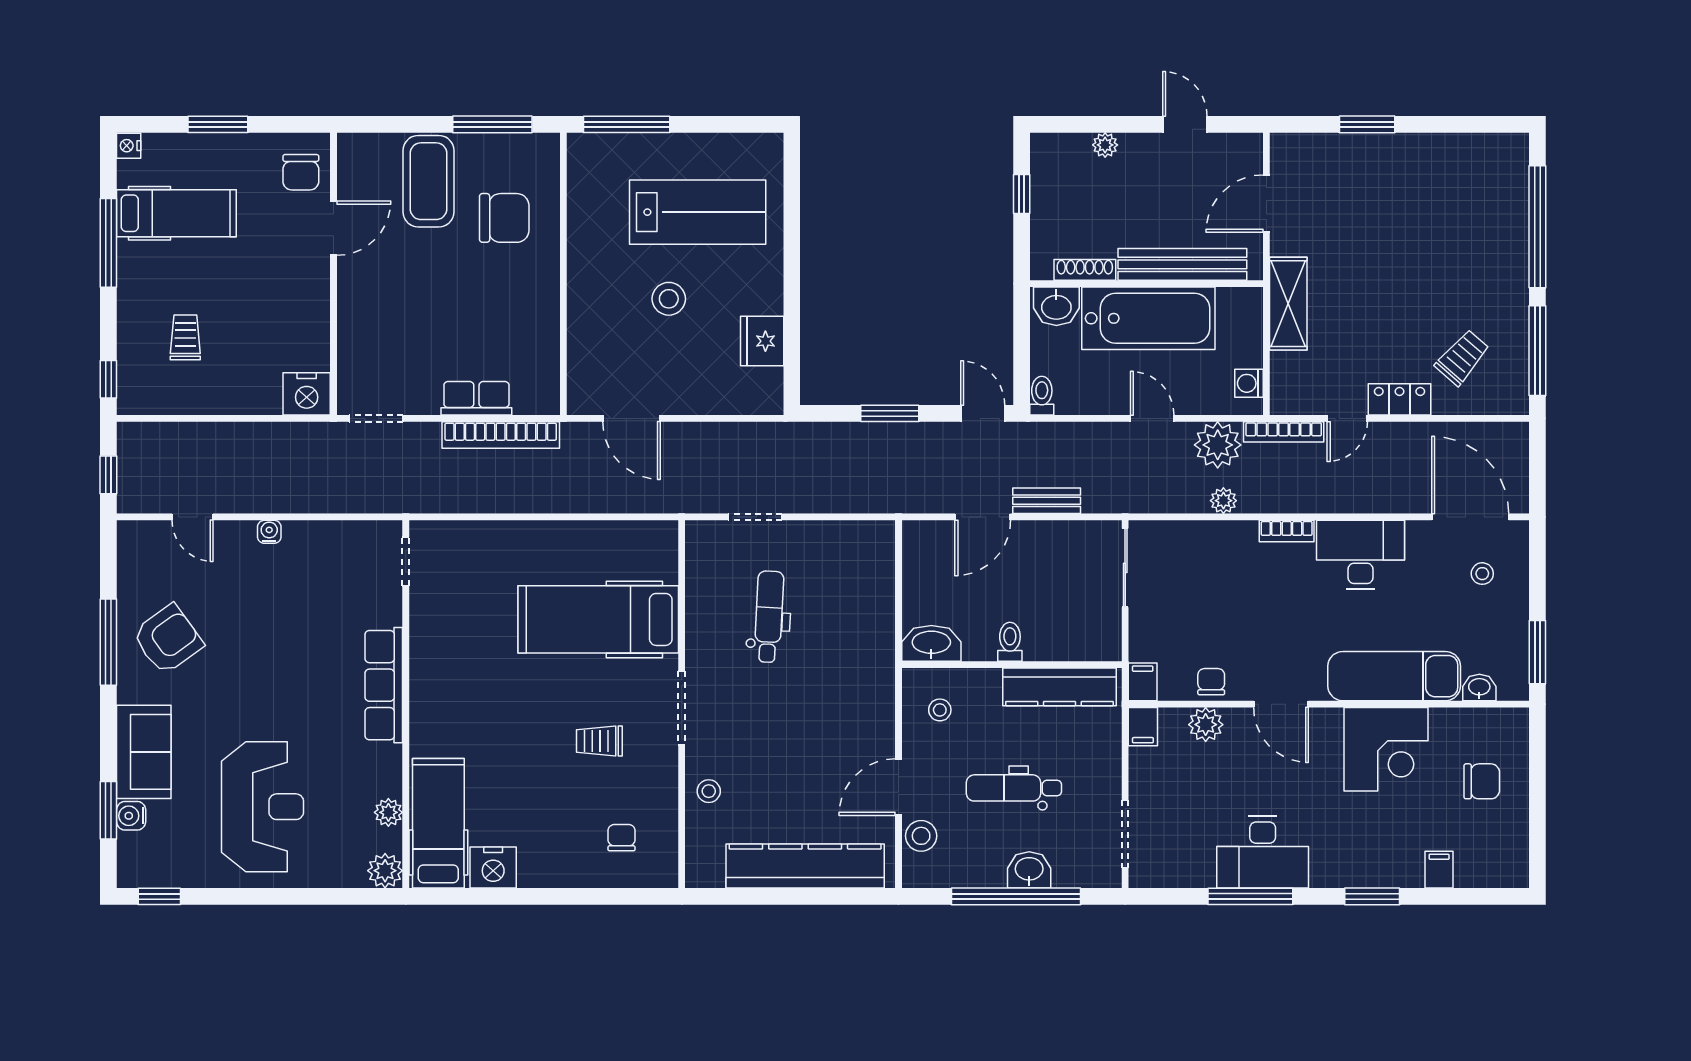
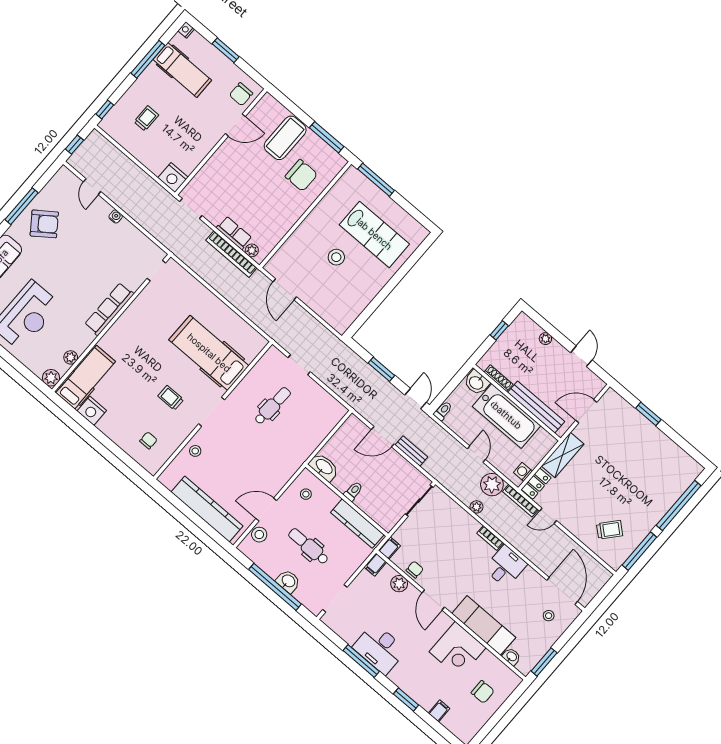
fridge: (762, 341) -> (357, 302), removed
locker: (1399, 399) -> (536, 484), moved, turned 90
plant: (528, 402) -> (252, 250), added
desk: (1360, 555) -> (505, 566), width x0.73

